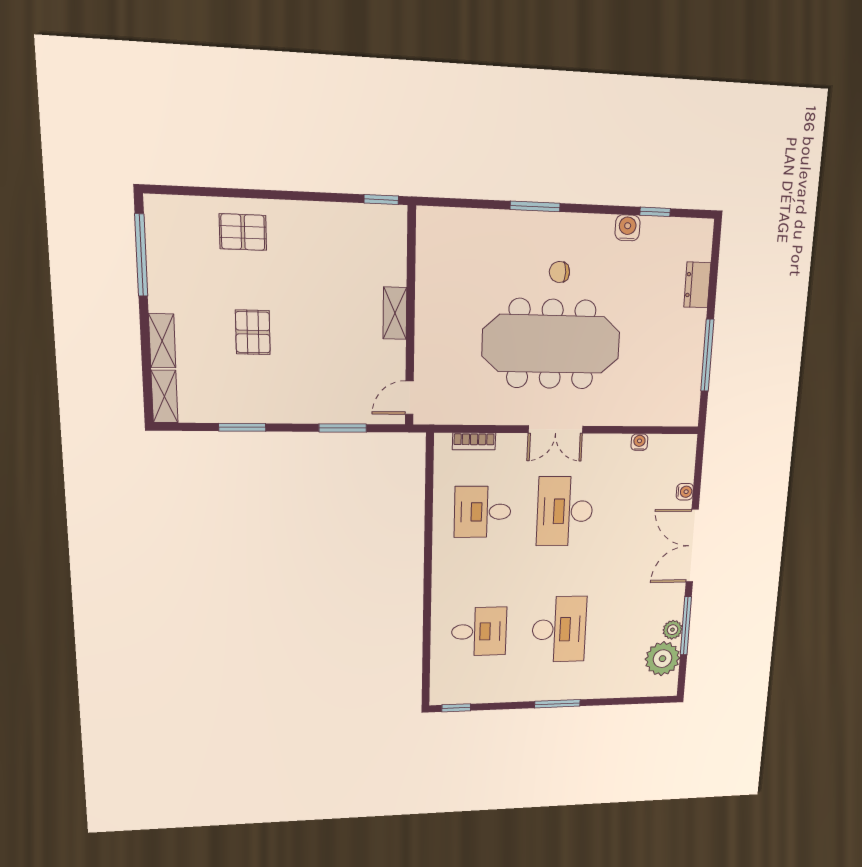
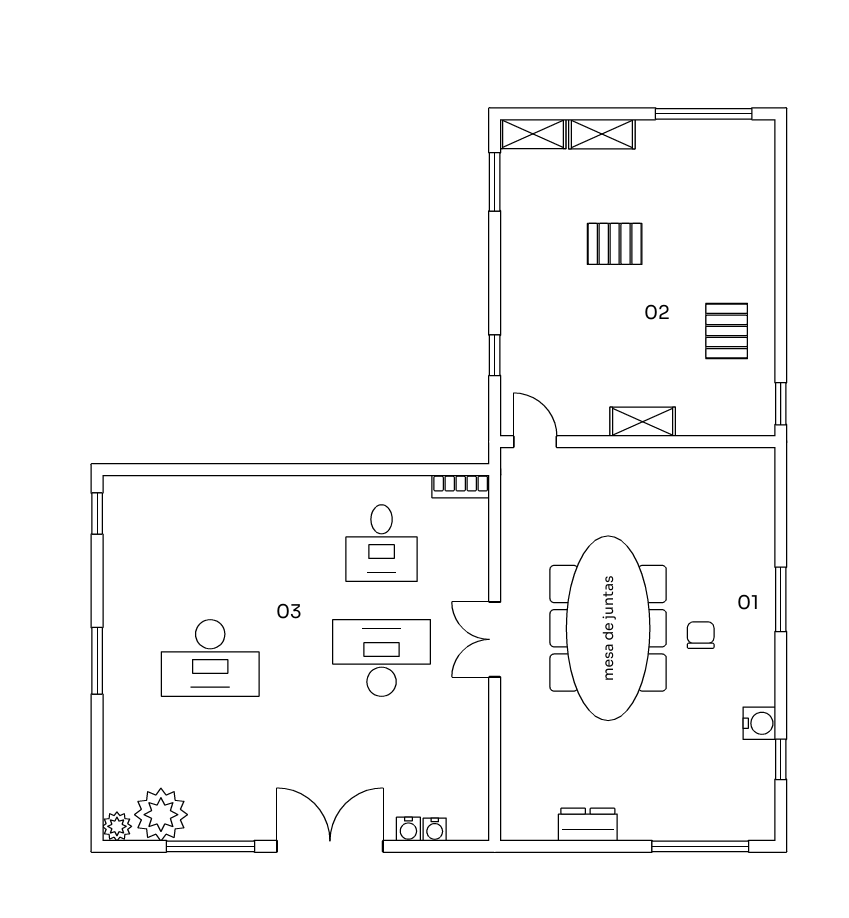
pallet: (243, 232) -> (727, 331), moved
dresser: (697, 285) -> (588, 825), moved
window: (707, 355) -> (700, 846), moved
window: (242, 427) -> (495, 182), moved
window: (343, 428) -> (495, 355), width x0.67
bookcase: (474, 441) -> (461, 486), moved, turned -90
water cooler: (639, 442) -> (435, 830), moved, turned 90
desk: (483, 512) -> (382, 543), turned 180
plant: (672, 630) -> (117, 826), moved
desk: (479, 632) -> (210, 543), removed

